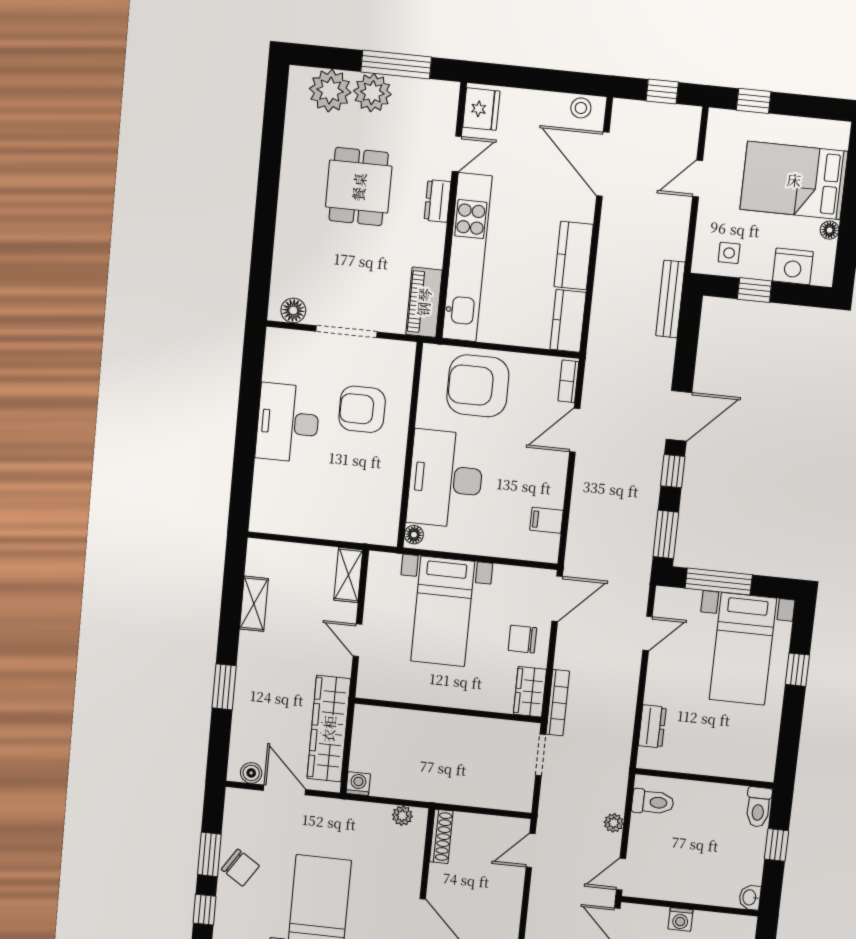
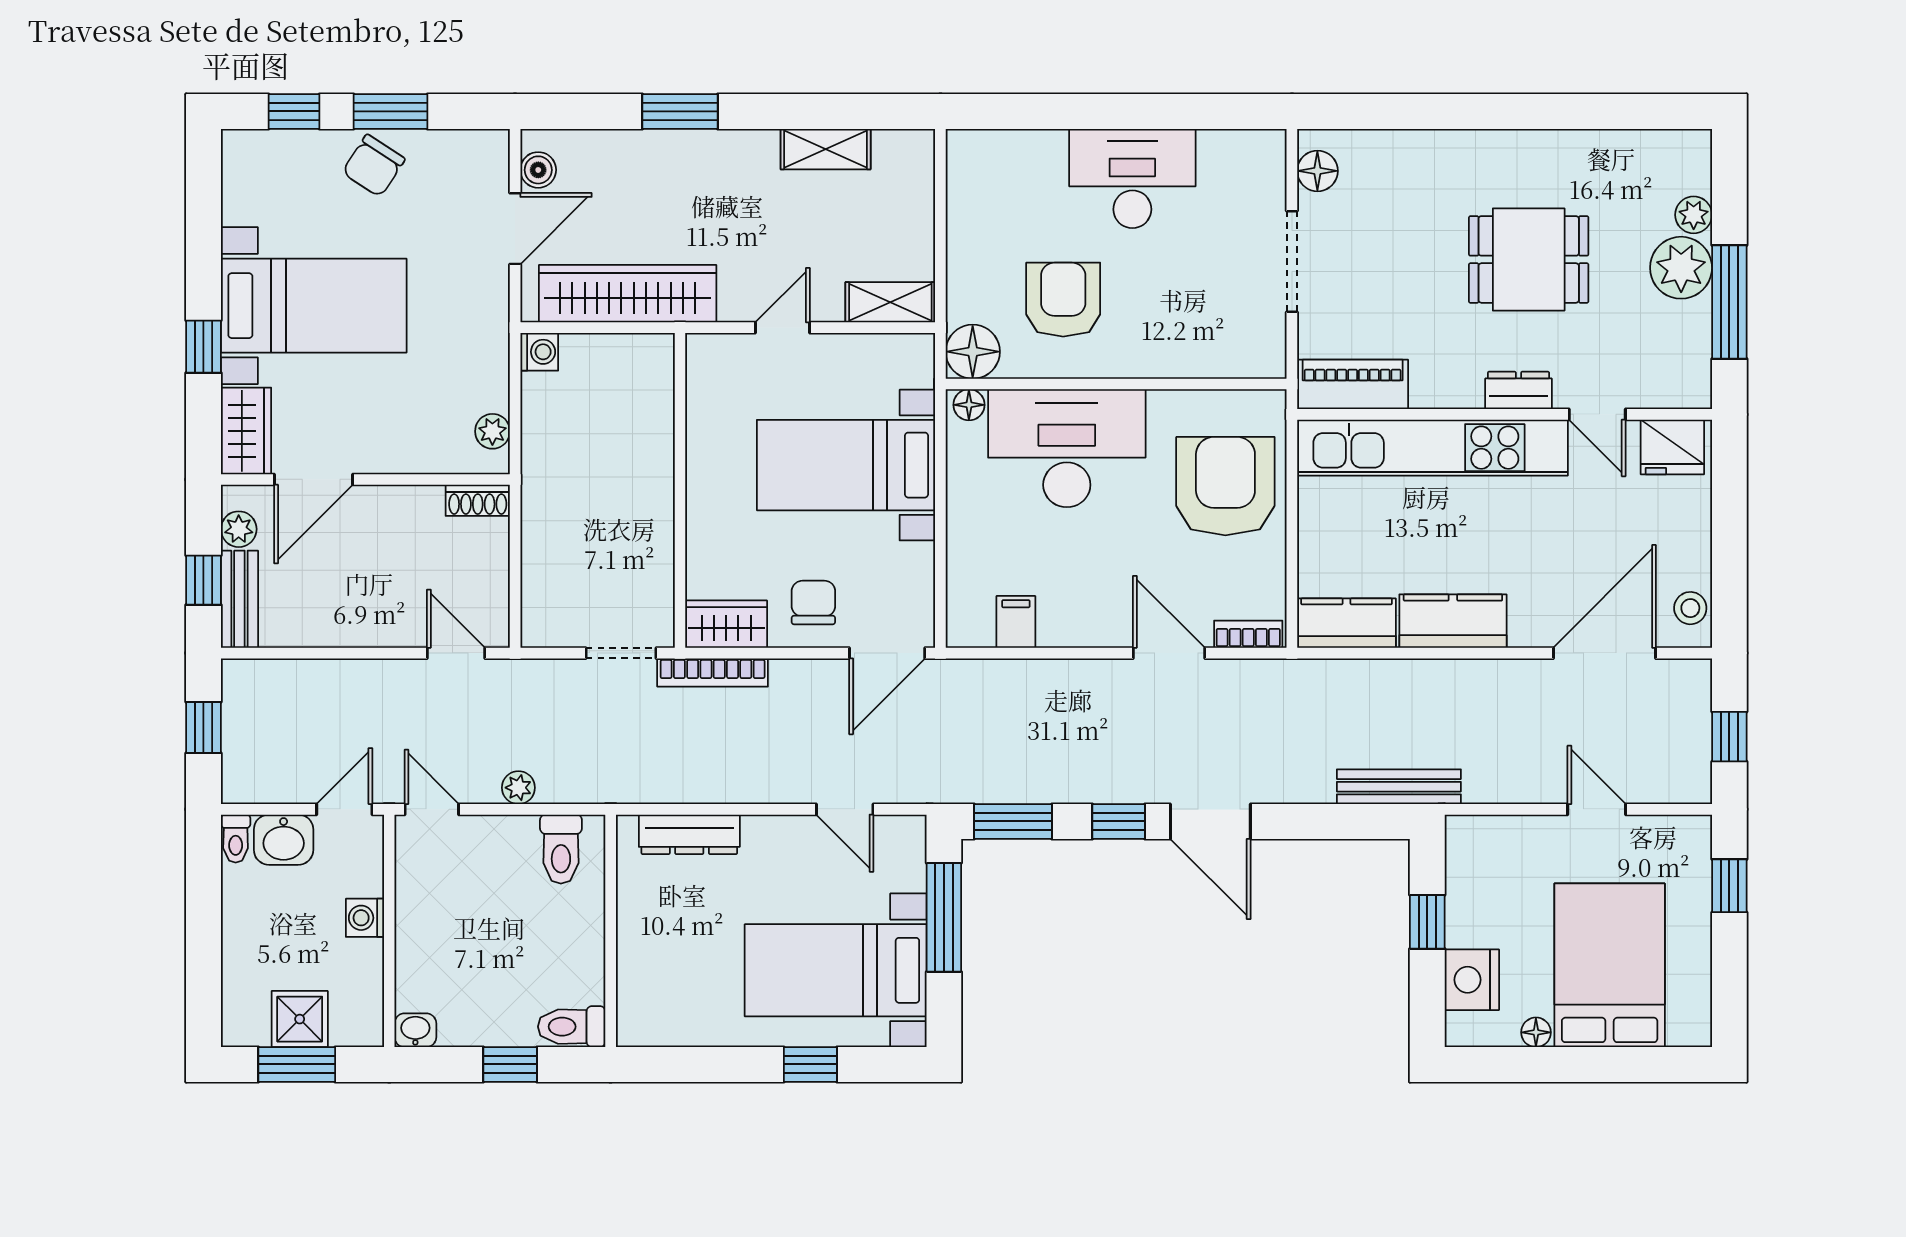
plant: (330, 91) -> (1694, 215), width x0.53, depth x0.53
side table: (729, 253) -> (1483, 874), removed
armchair: (362, 409) -> (1063, 300), moved
floor lamp: (382, 529) -> (973, 352), added
door: (557, 599) -> (887, 653), hinge flipped
dresser: (652, 726) -> (689, 834), width x1.44
shoe rack: (441, 836) -> (478, 500), width x0.70

